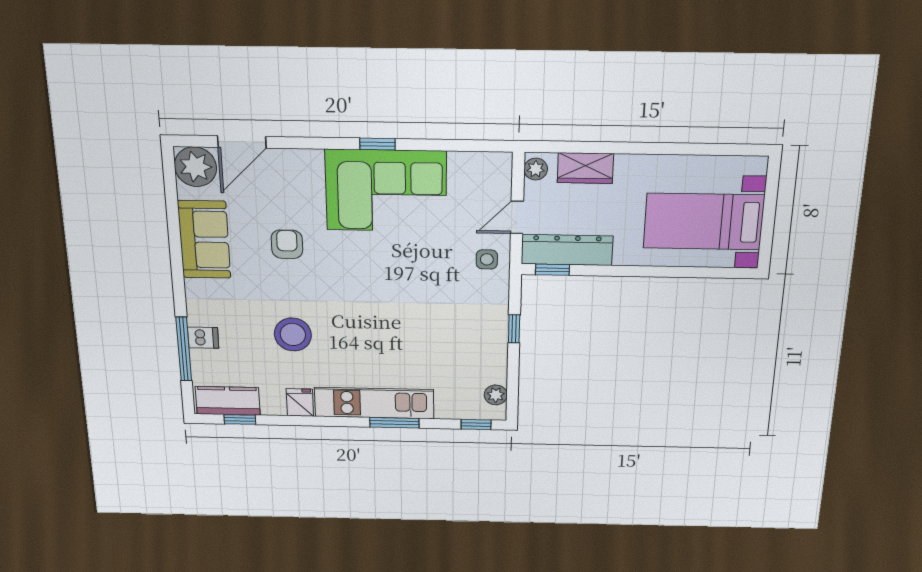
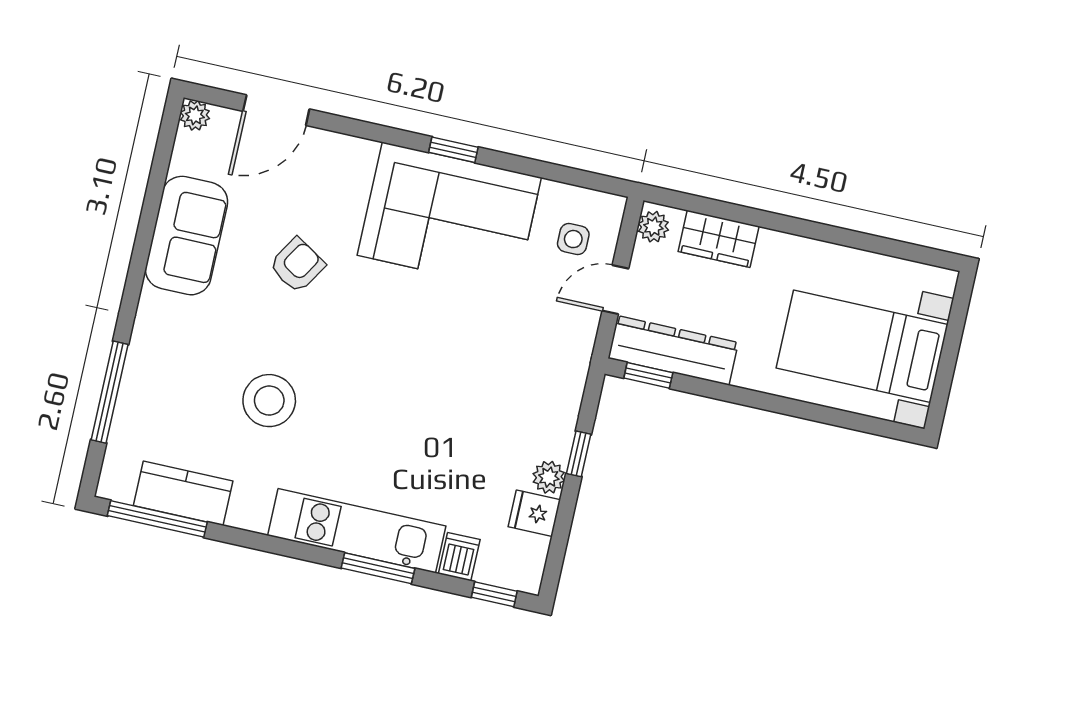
plant: (195, 167) -> (195, 115), width x0.53, depth x0.53
armchair: (287, 244) -> (297, 265), turned 32
side table: (487, 259) -> (573, 239), moved
dishwasher: (203, 338) -> (459, 557), moved, turned -90
plant: (496, 395) -> (549, 477), moved
kitchen counter: (228, 401) -> (183, 493), moved
fridge: (300, 403) -> (534, 513), moved, turned -90
window: (240, 420) -> (157, 519), width x2.17

